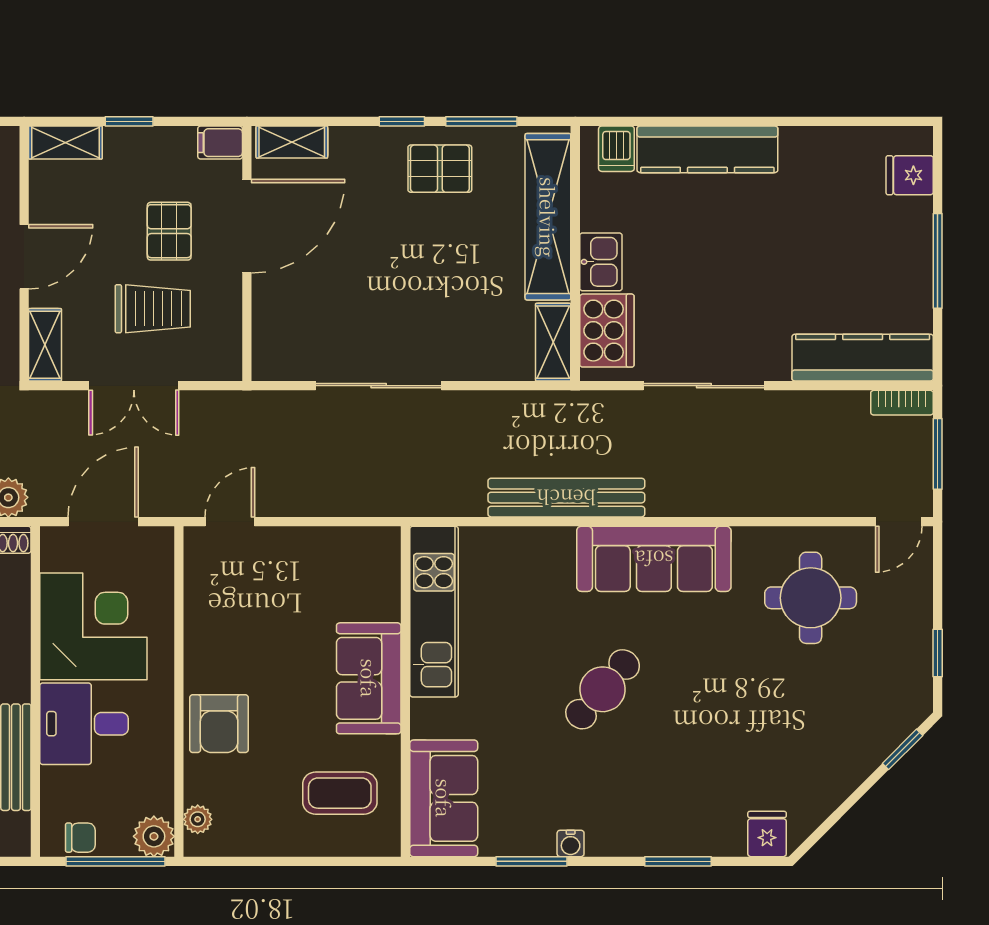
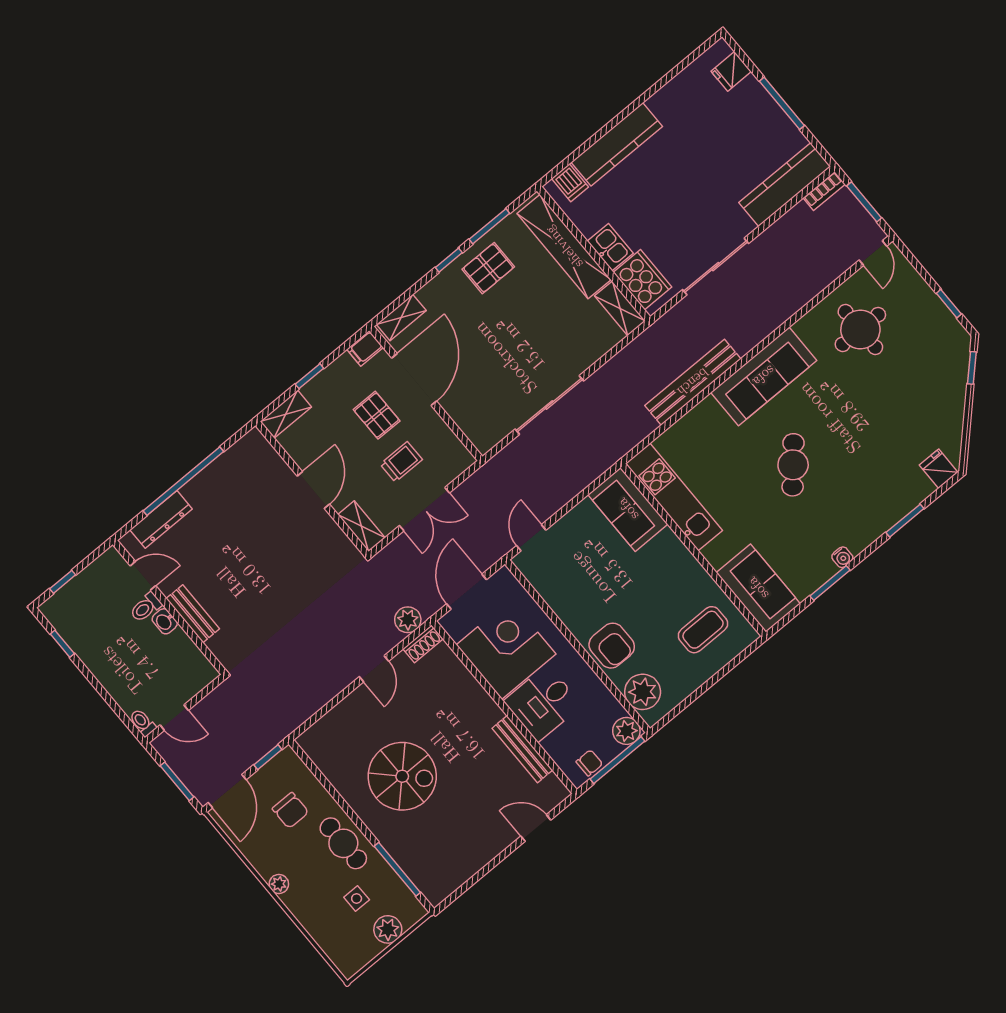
trolley: (153, 309) -> (401, 462), width x0.73, depth x0.72
sofa: (369, 678) -> (628, 509), moved
plant: (198, 819) -> (643, 692), width x1.88, depth x1.88

